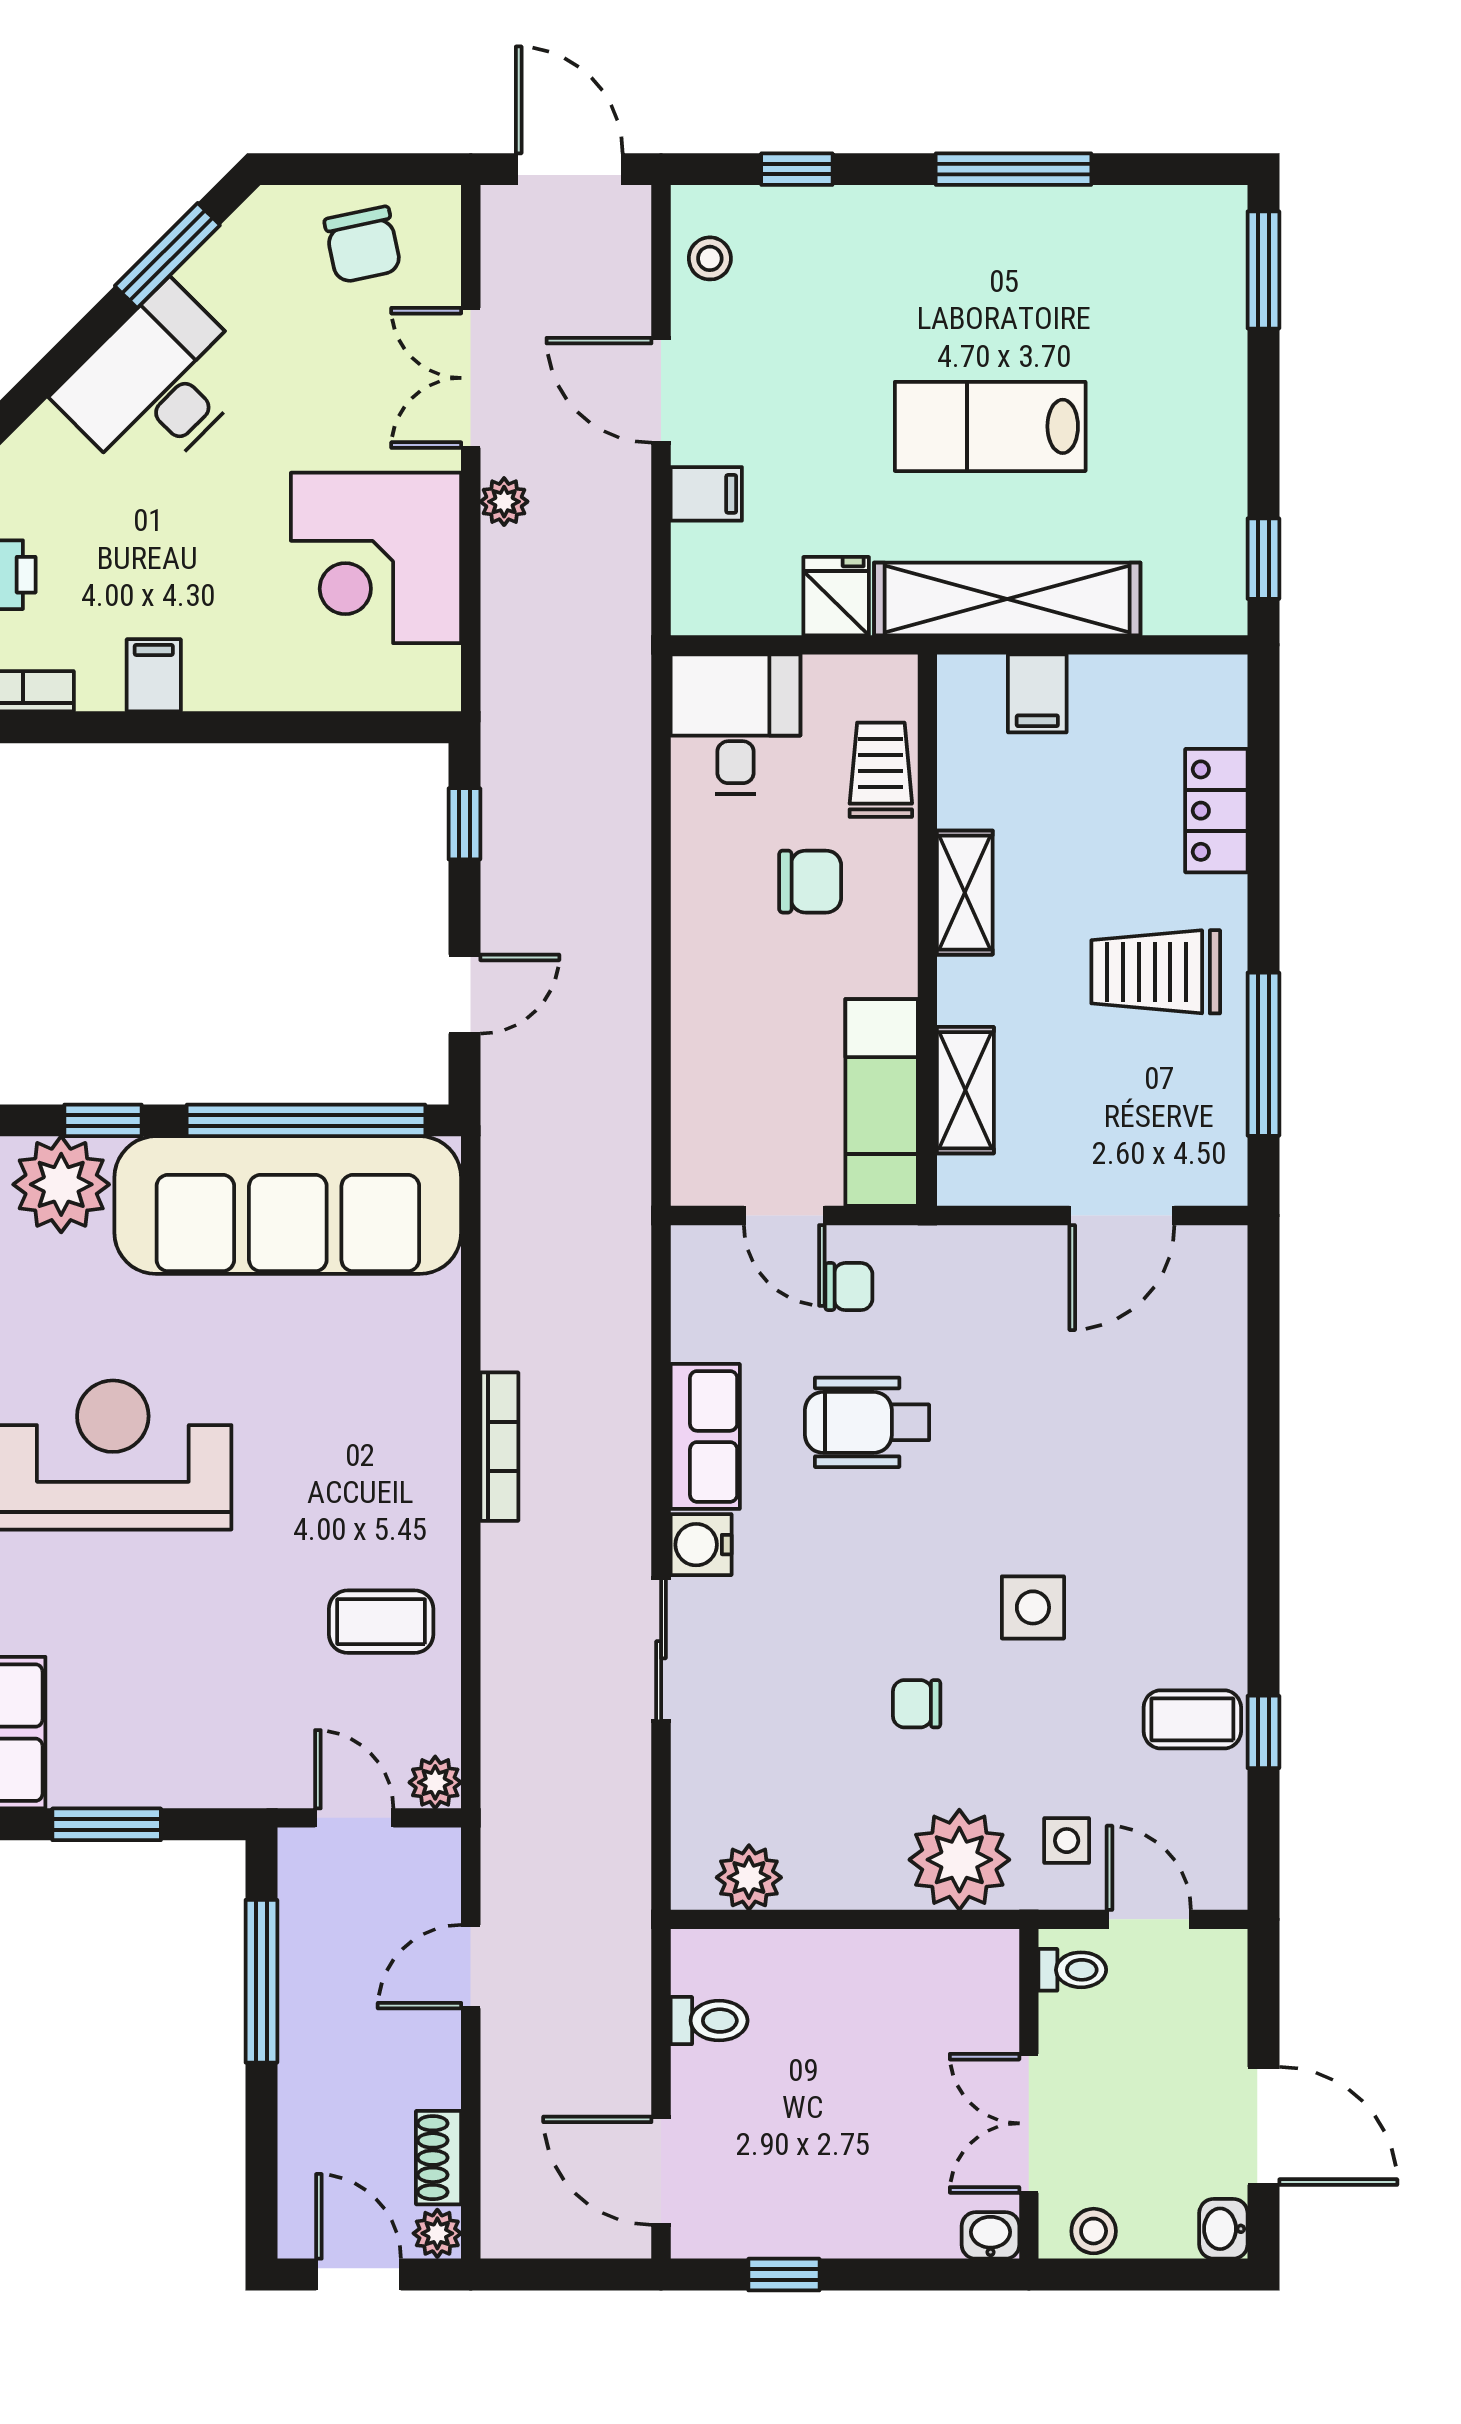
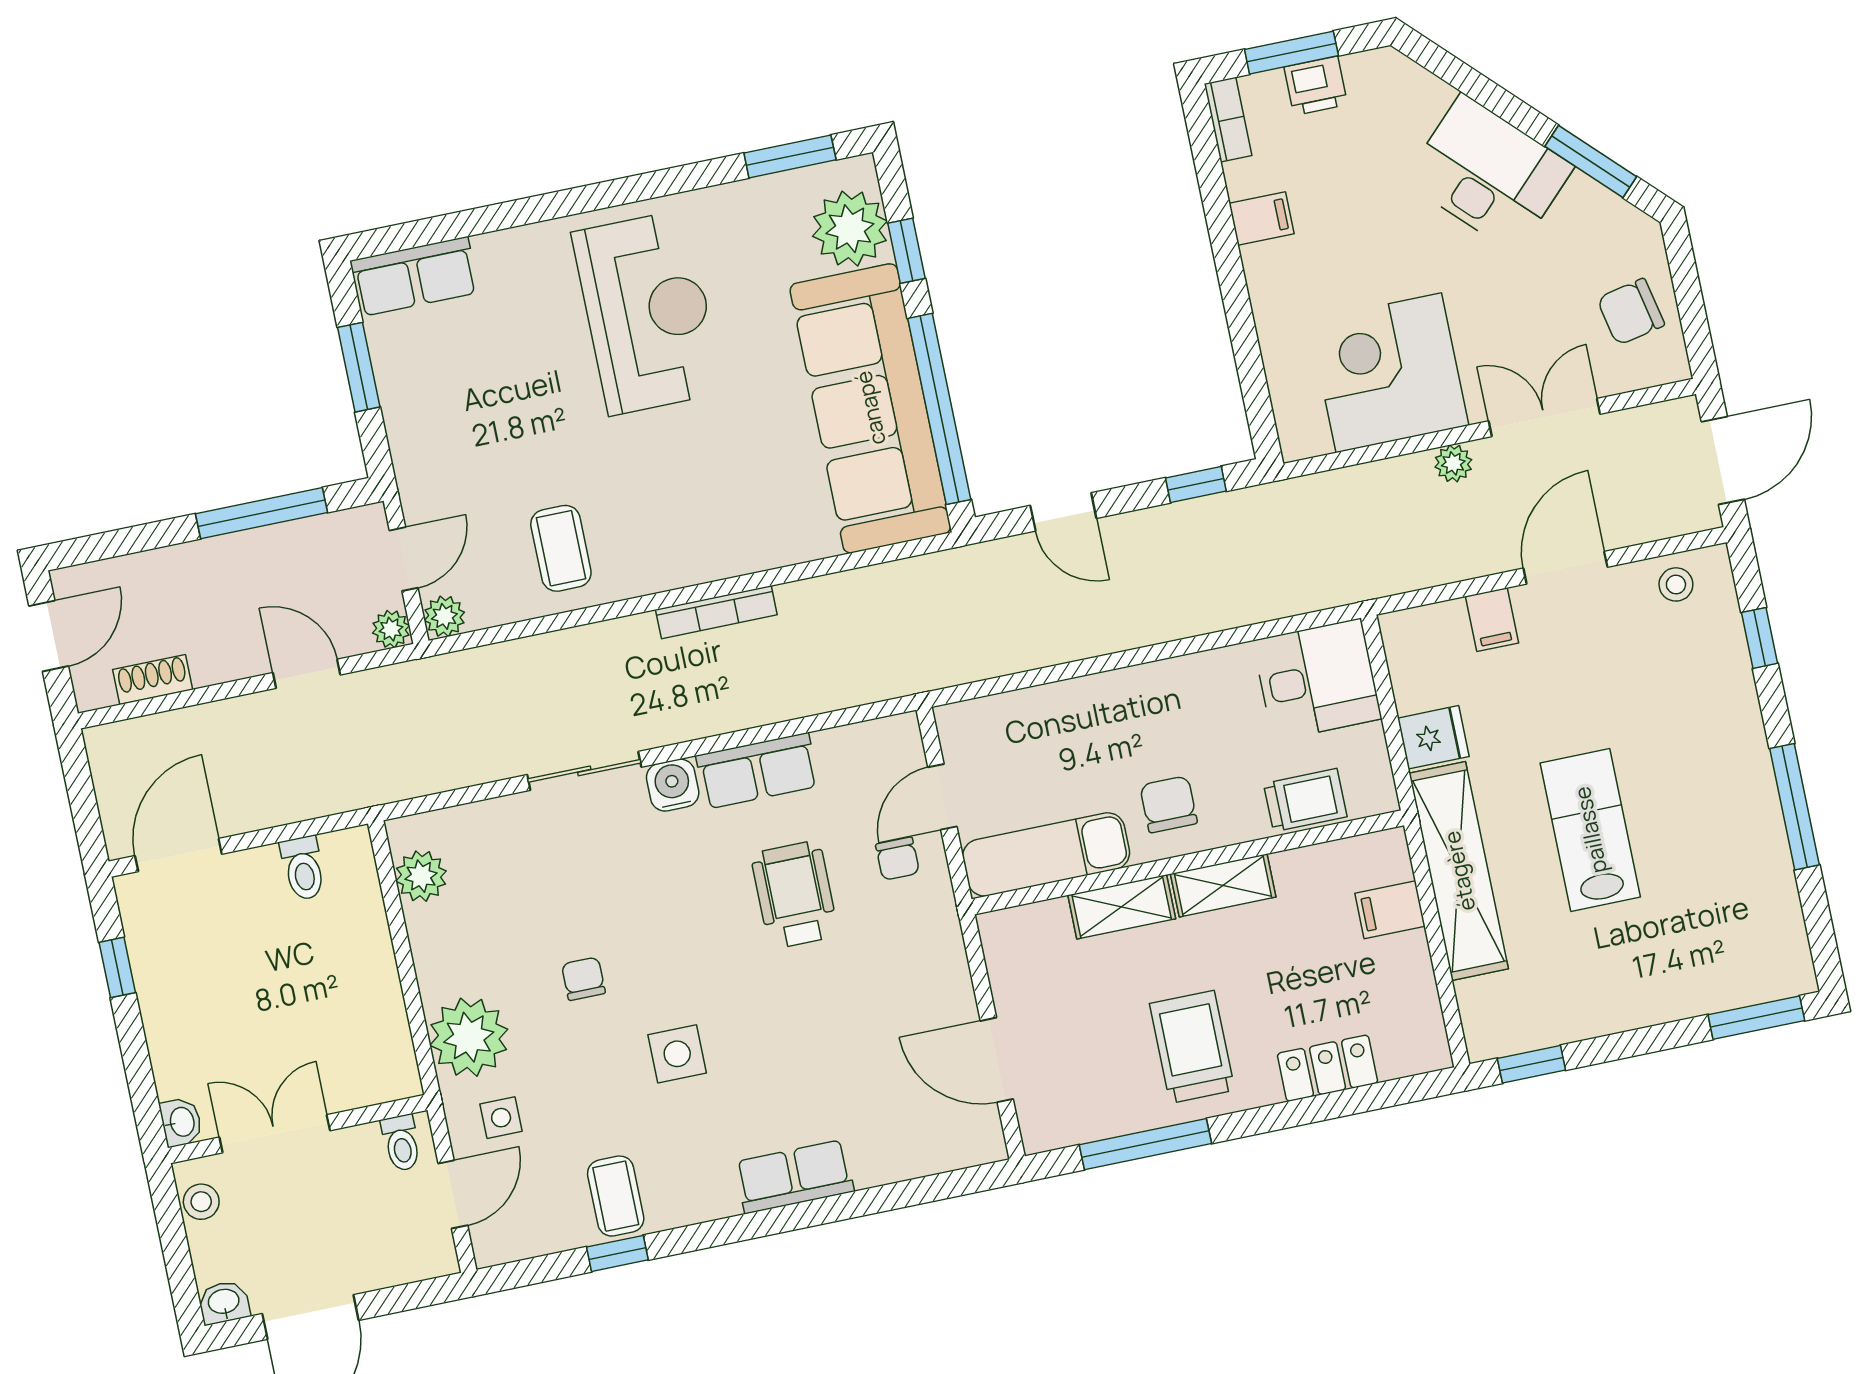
chair: (810, 882) -> (1169, 804), moved, turned 180
shelving: (965, 1090) -> (1122, 907), moved
row of seats: (1214, 1495) -> (794, 1177), added
plant: (437, 2233) -> (391, 629), moved

